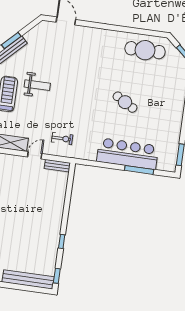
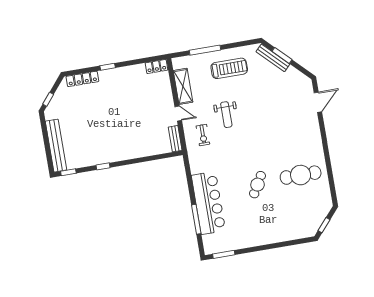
cafe table: (145, 50) -> (301, 175), moved, turned 90
weight bench: (37, 85) -> (226, 115), moved

